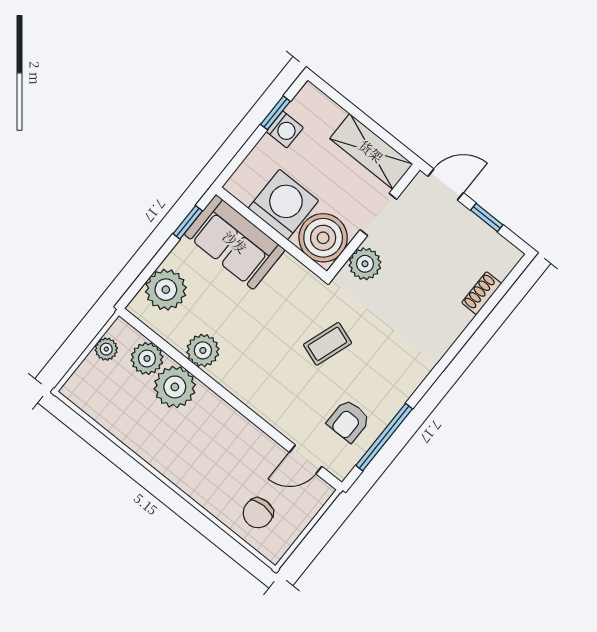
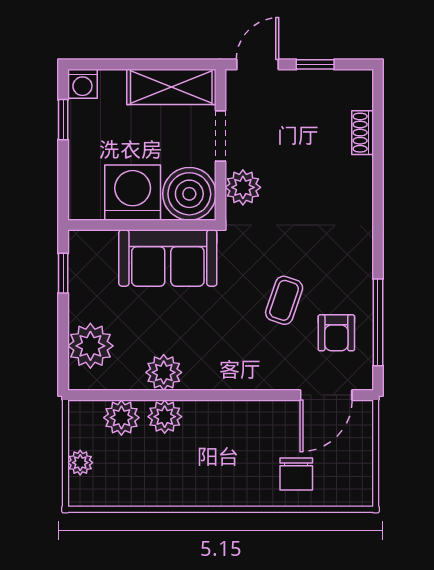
washing machine: (285, 129) -> (82, 84), moved, turned 90
sofa: (235, 242) -> (168, 258), moved
coffee table: (328, 344) -> (284, 300), moved
plant: (106, 349) -> (80, 463), moved
plant: (175, 387) -> (165, 417), width x0.73, depth x0.73
door: (306, 459) -> (326, 395), width x1.37
chair: (258, 513) -> (296, 474), moved

